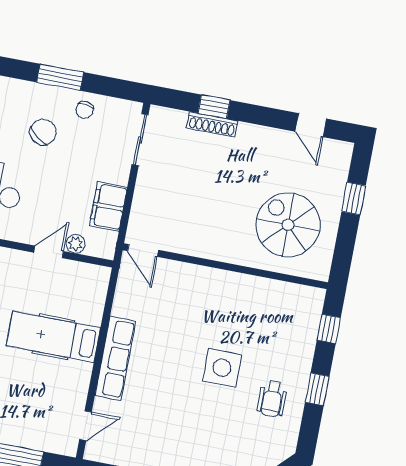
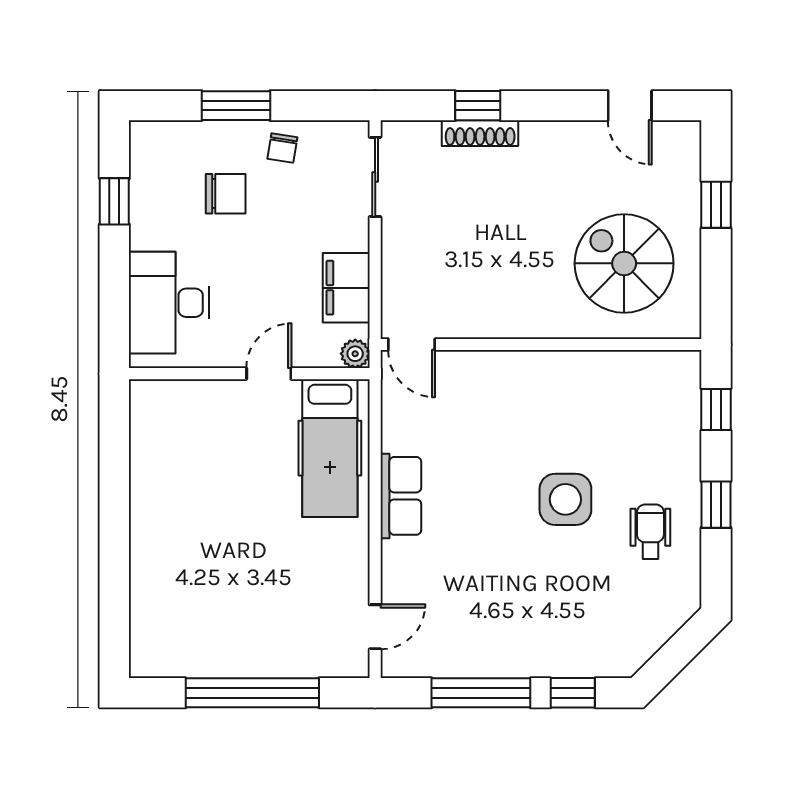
chair: (43, 132) -> (226, 194), turned 52
plant: (76, 244) -> (355, 354), moved
hospital bed: (53, 337) -> (330, 448), moved, turned -90
row of seats: (115, 358) -> (401, 496), width x0.68
wheelchair: (272, 399) -> (650, 532), turned 180

